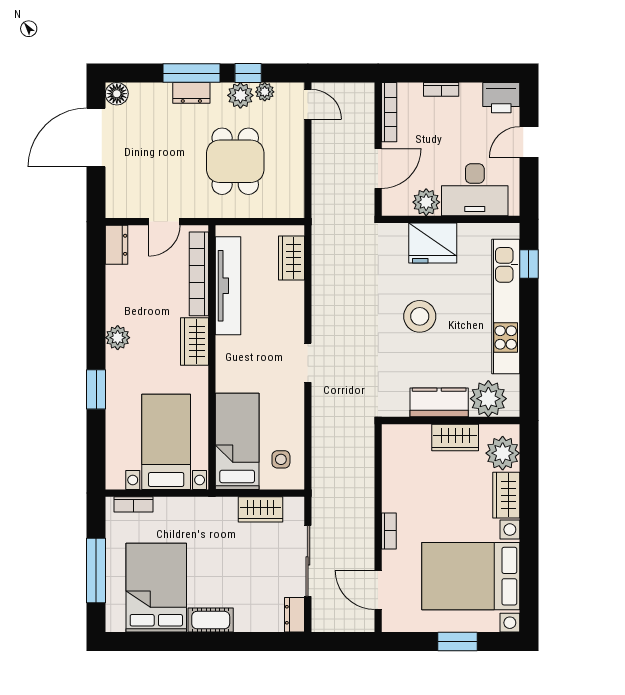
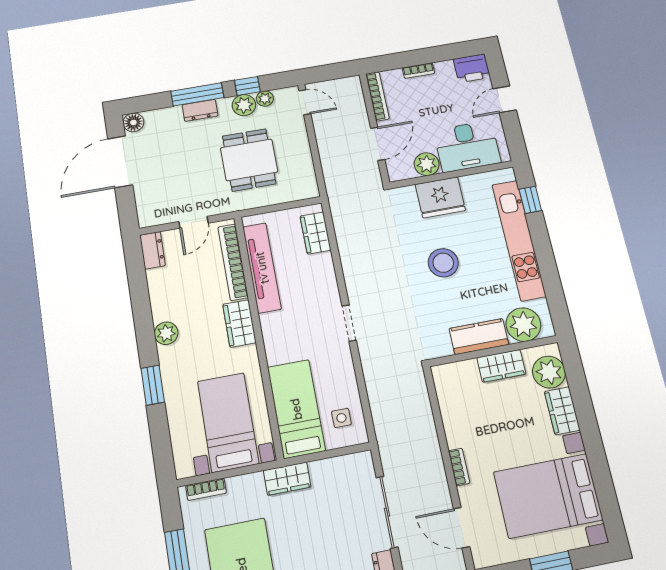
wardrobe: (260, 509) -> (287, 479), moved

